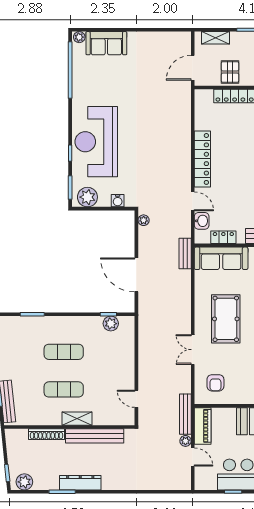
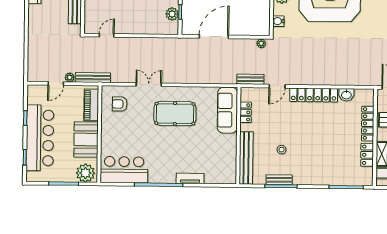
washbasin: (202, 221) -> (346, 95), moved
bench: (185, 254) -> (250, 79), moved
piano: (203, 426) -> (91, 105), moved, turned 90

